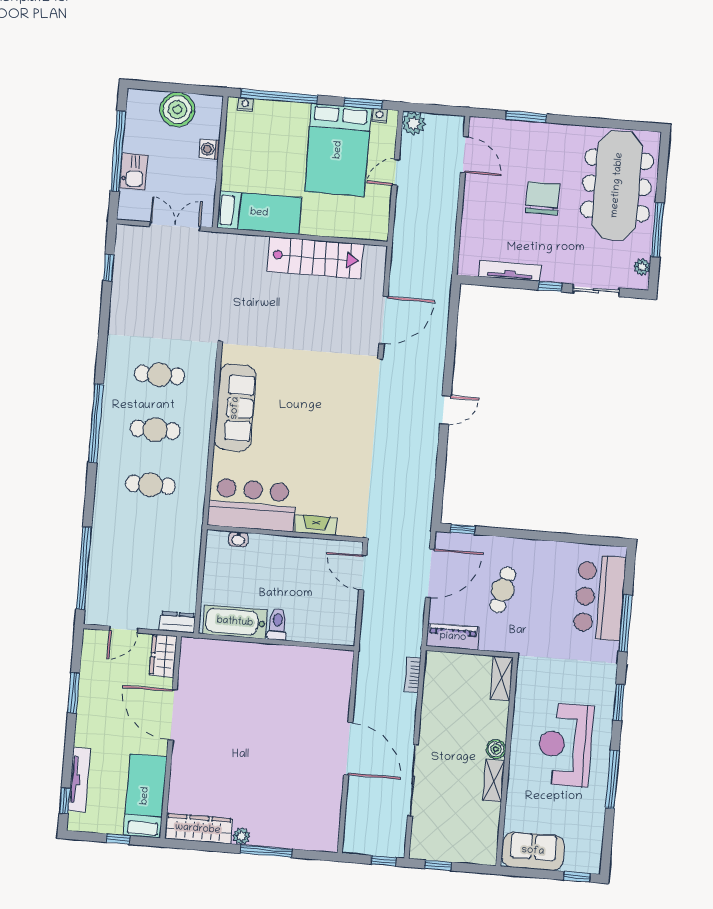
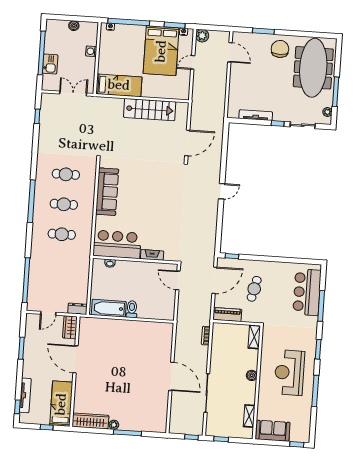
boiler: (177, 110) -> (74, 26), width x0.54, depth x0.54
chair: (543, 198) -> (280, 49), moved
shelving: (494, 781) -> (249, 416), moved

